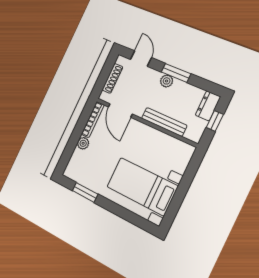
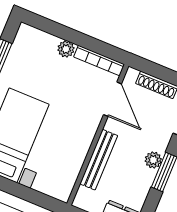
door: (120, 111) -> (112, 99), swing flipped

